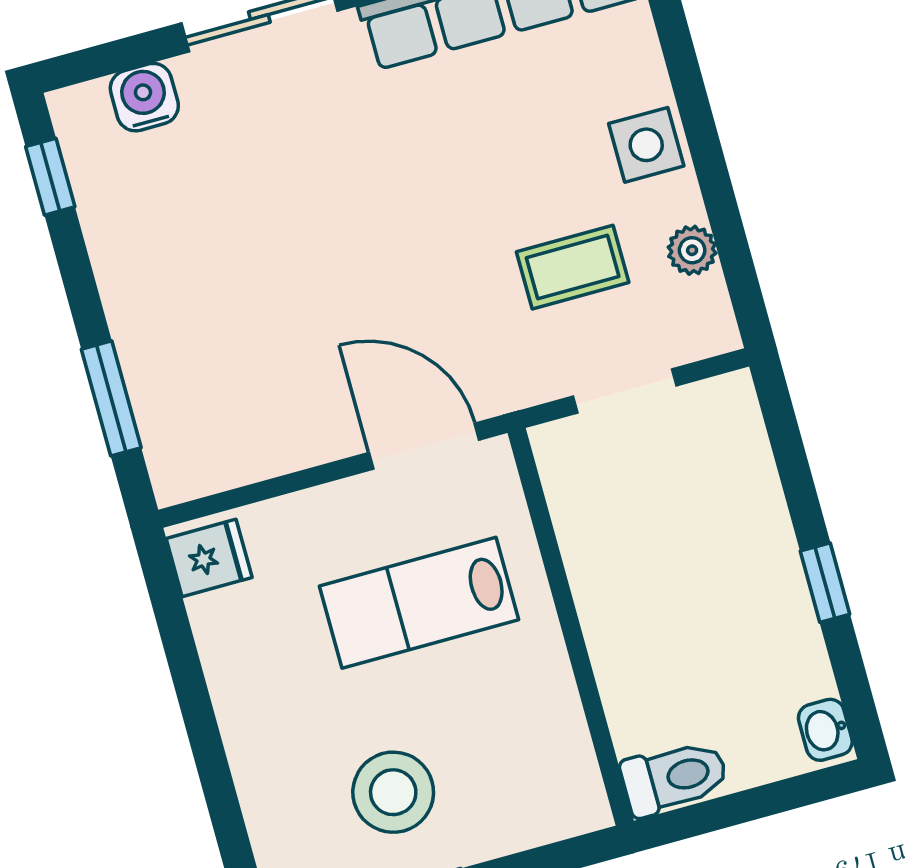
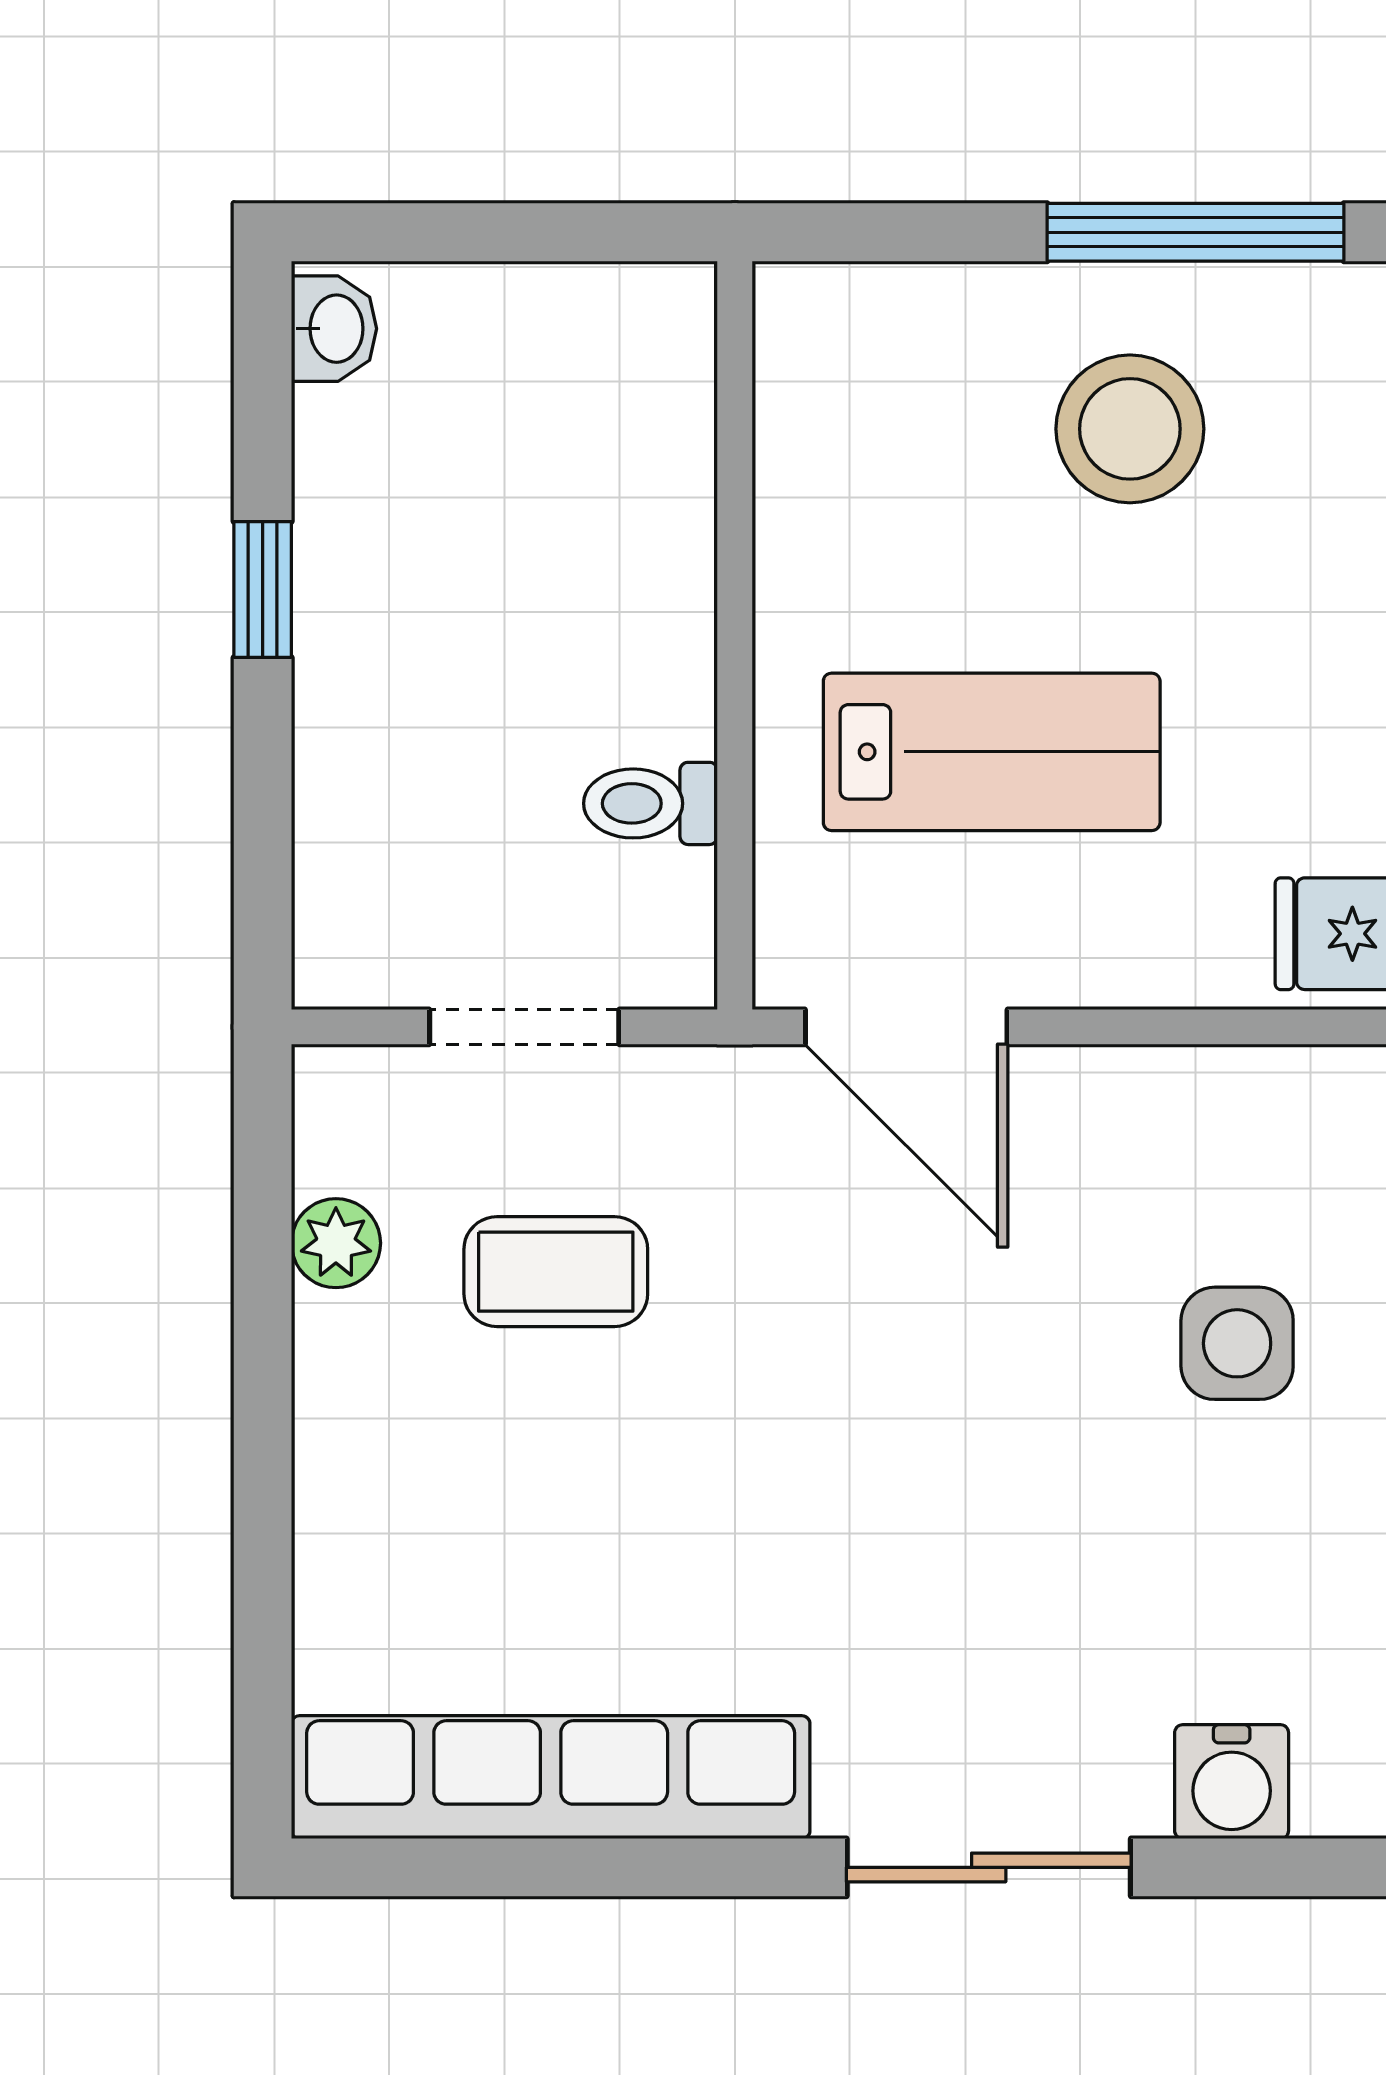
side table: (646, 145) -> (1237, 1343), moved
toilet: (674, 778) -> (651, 803), moved, width x0.73, depth x0.72

